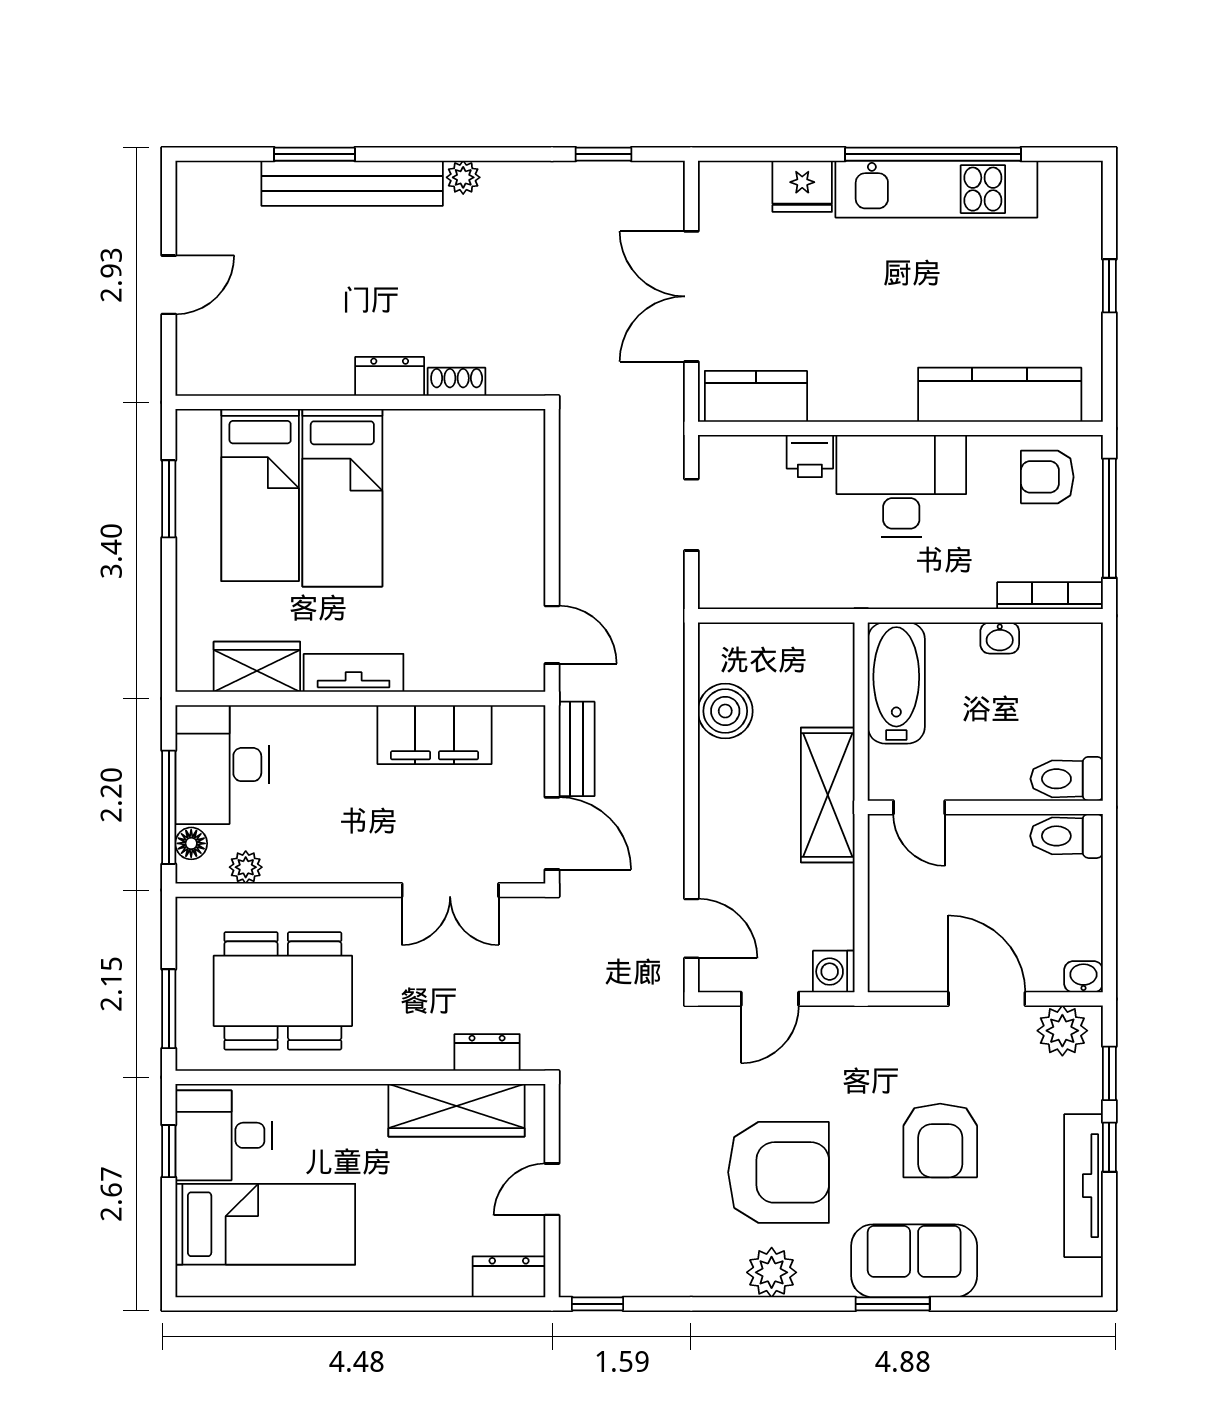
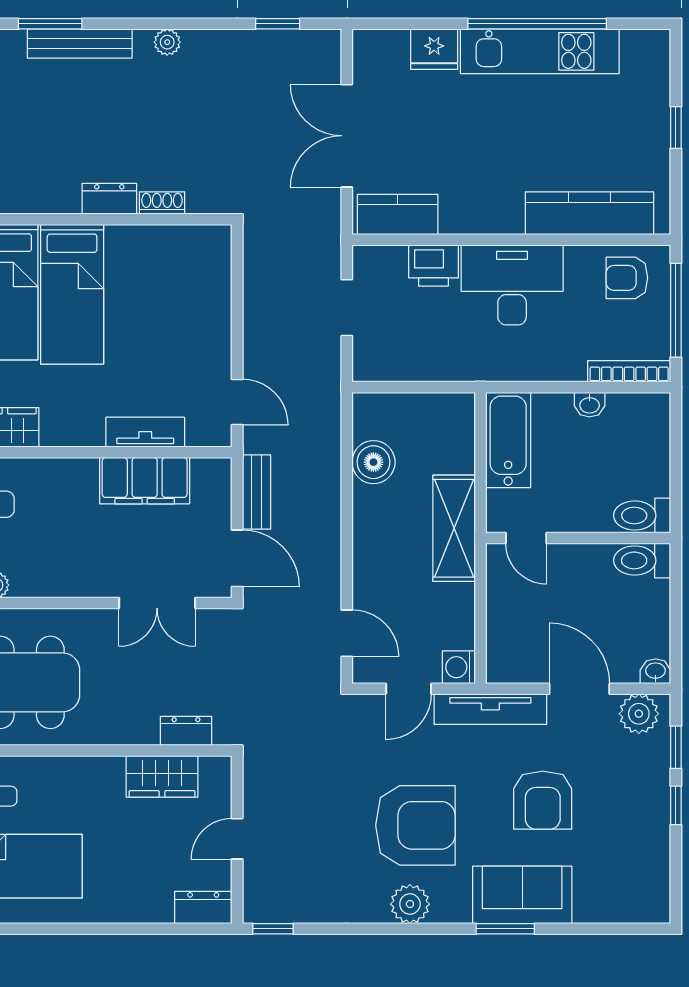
bench: (352, 183) -> (80, 44), width x0.73, depth x0.82
printer: (810, 456) -> (433, 265), width x1.36, depth x1.24
tv unit: (354, 673) -> (145, 432), moved
wardrobe: (457, 1110) -> (162, 776), width x0.67
tv unit: (1084, 1186) -> (490, 709), moved, turned -90

